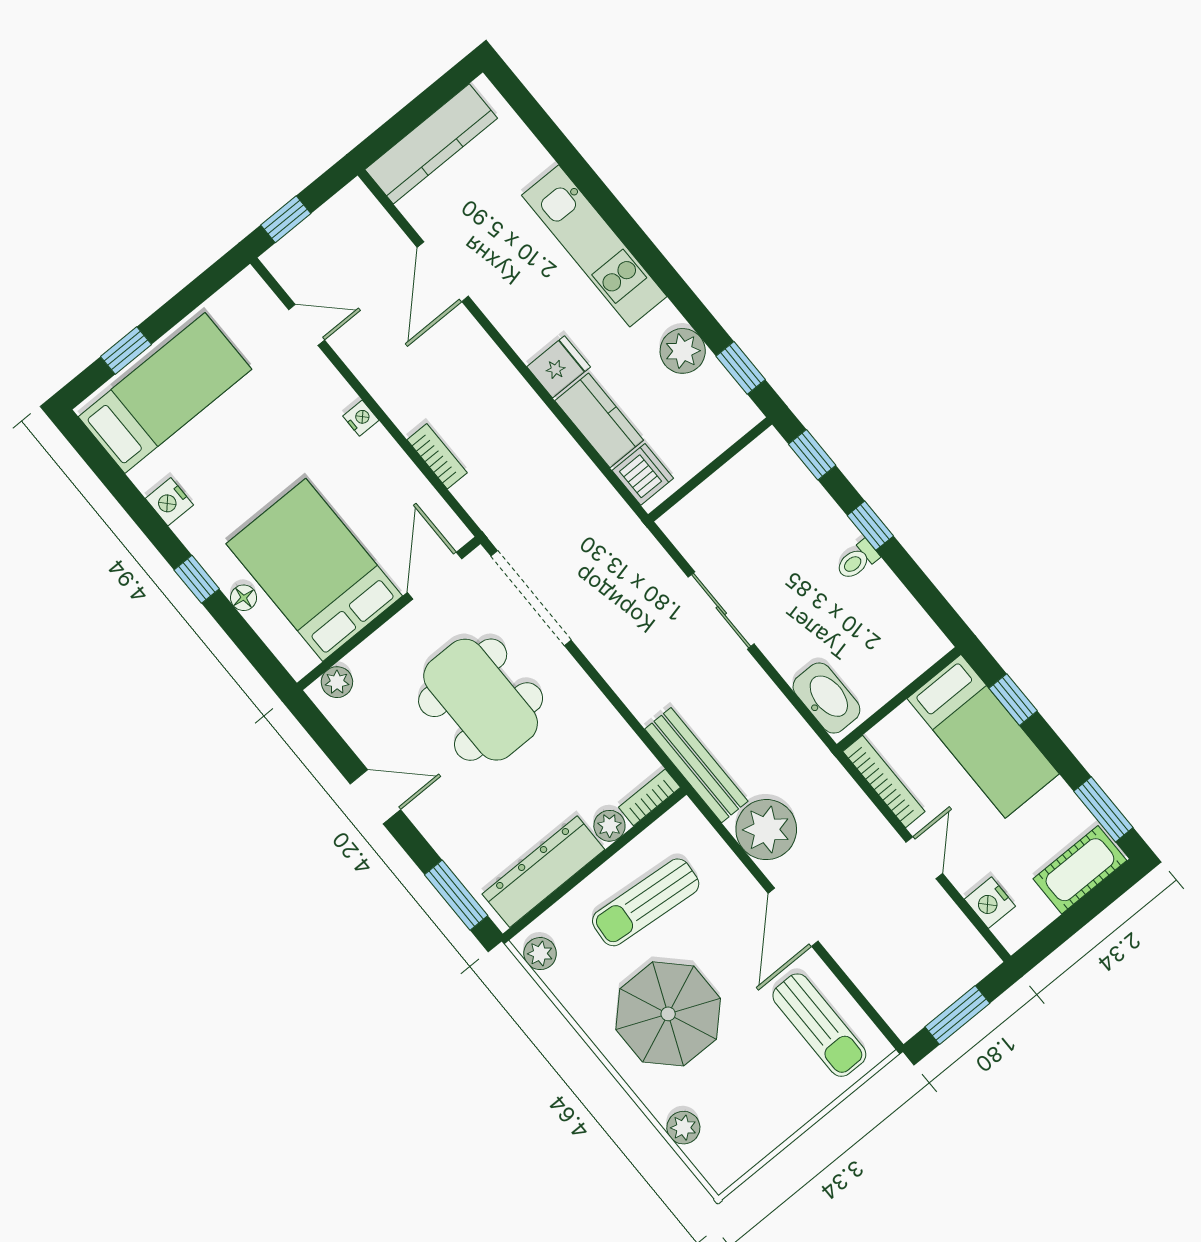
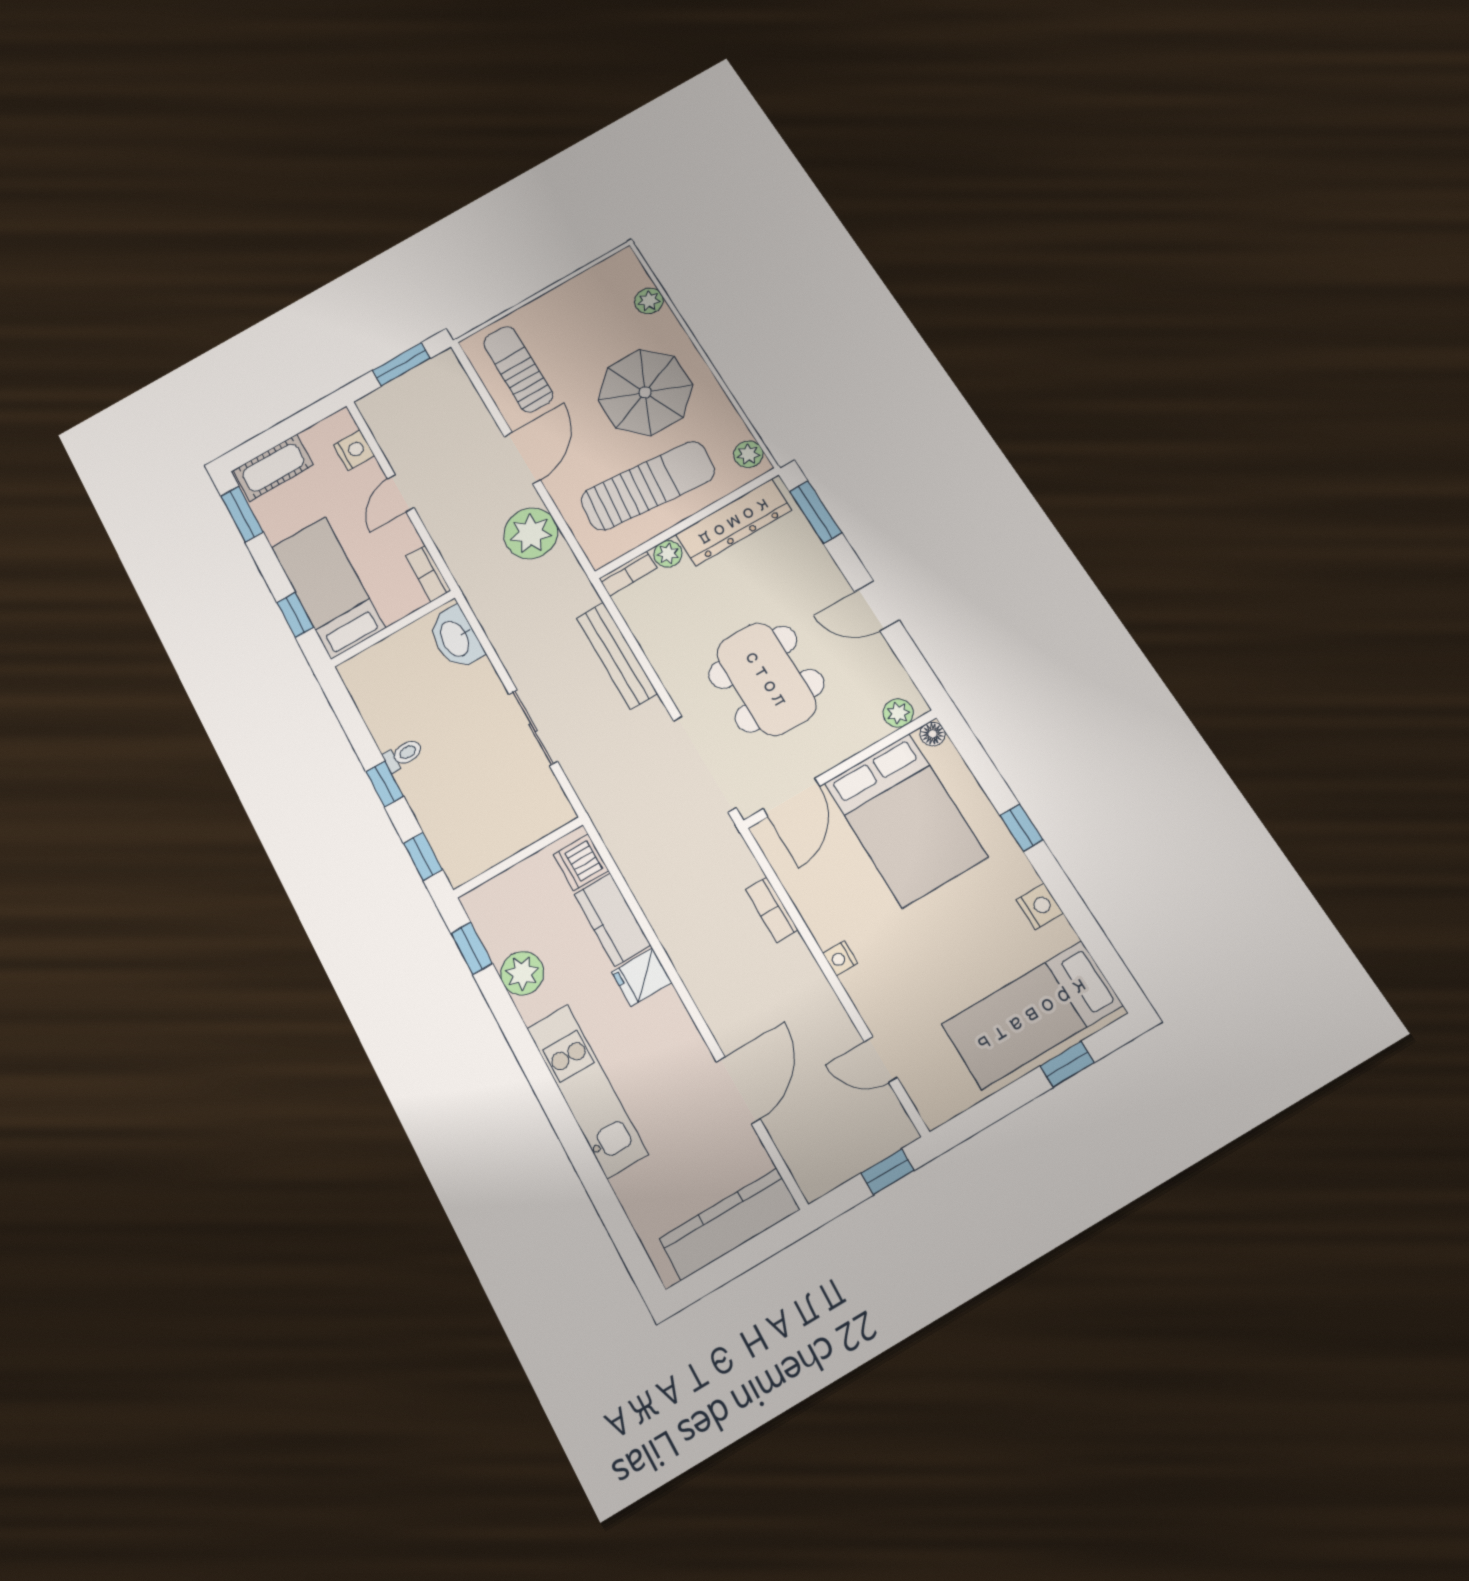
floor lamp: (244, 598) -> (933, 734), moved
bench: (696, 765) -> (617, 656), moved
bookcase: (884, 781) -> (428, 573), width x0.64
sun lounger: (646, 902) -> (648, 486), width x1.36, depth x1.34

